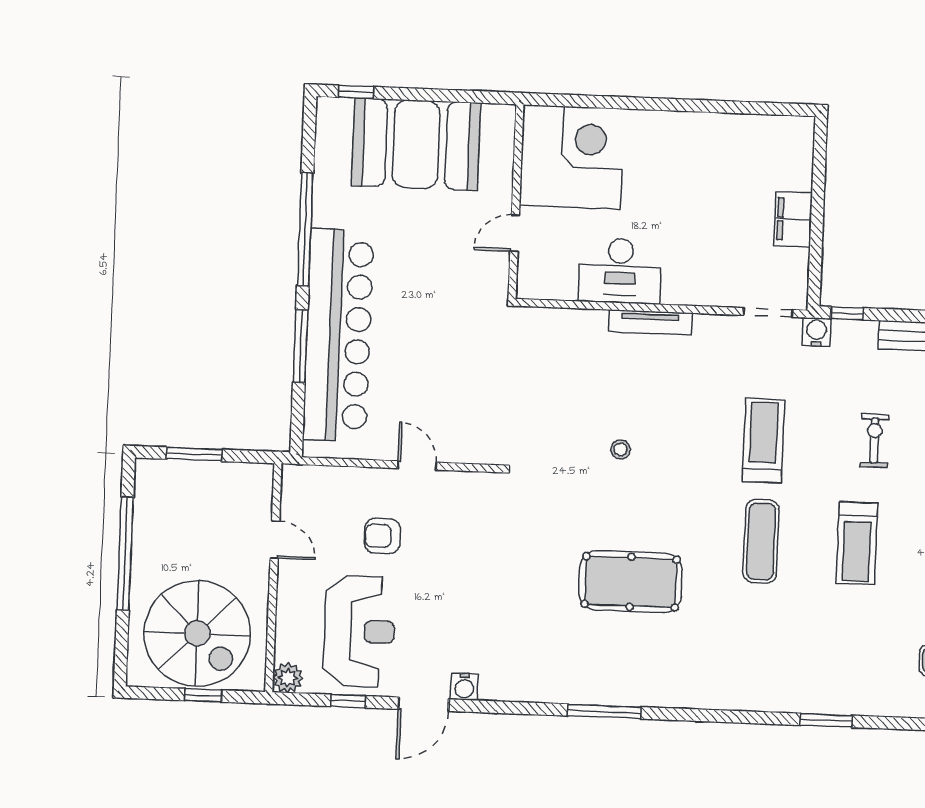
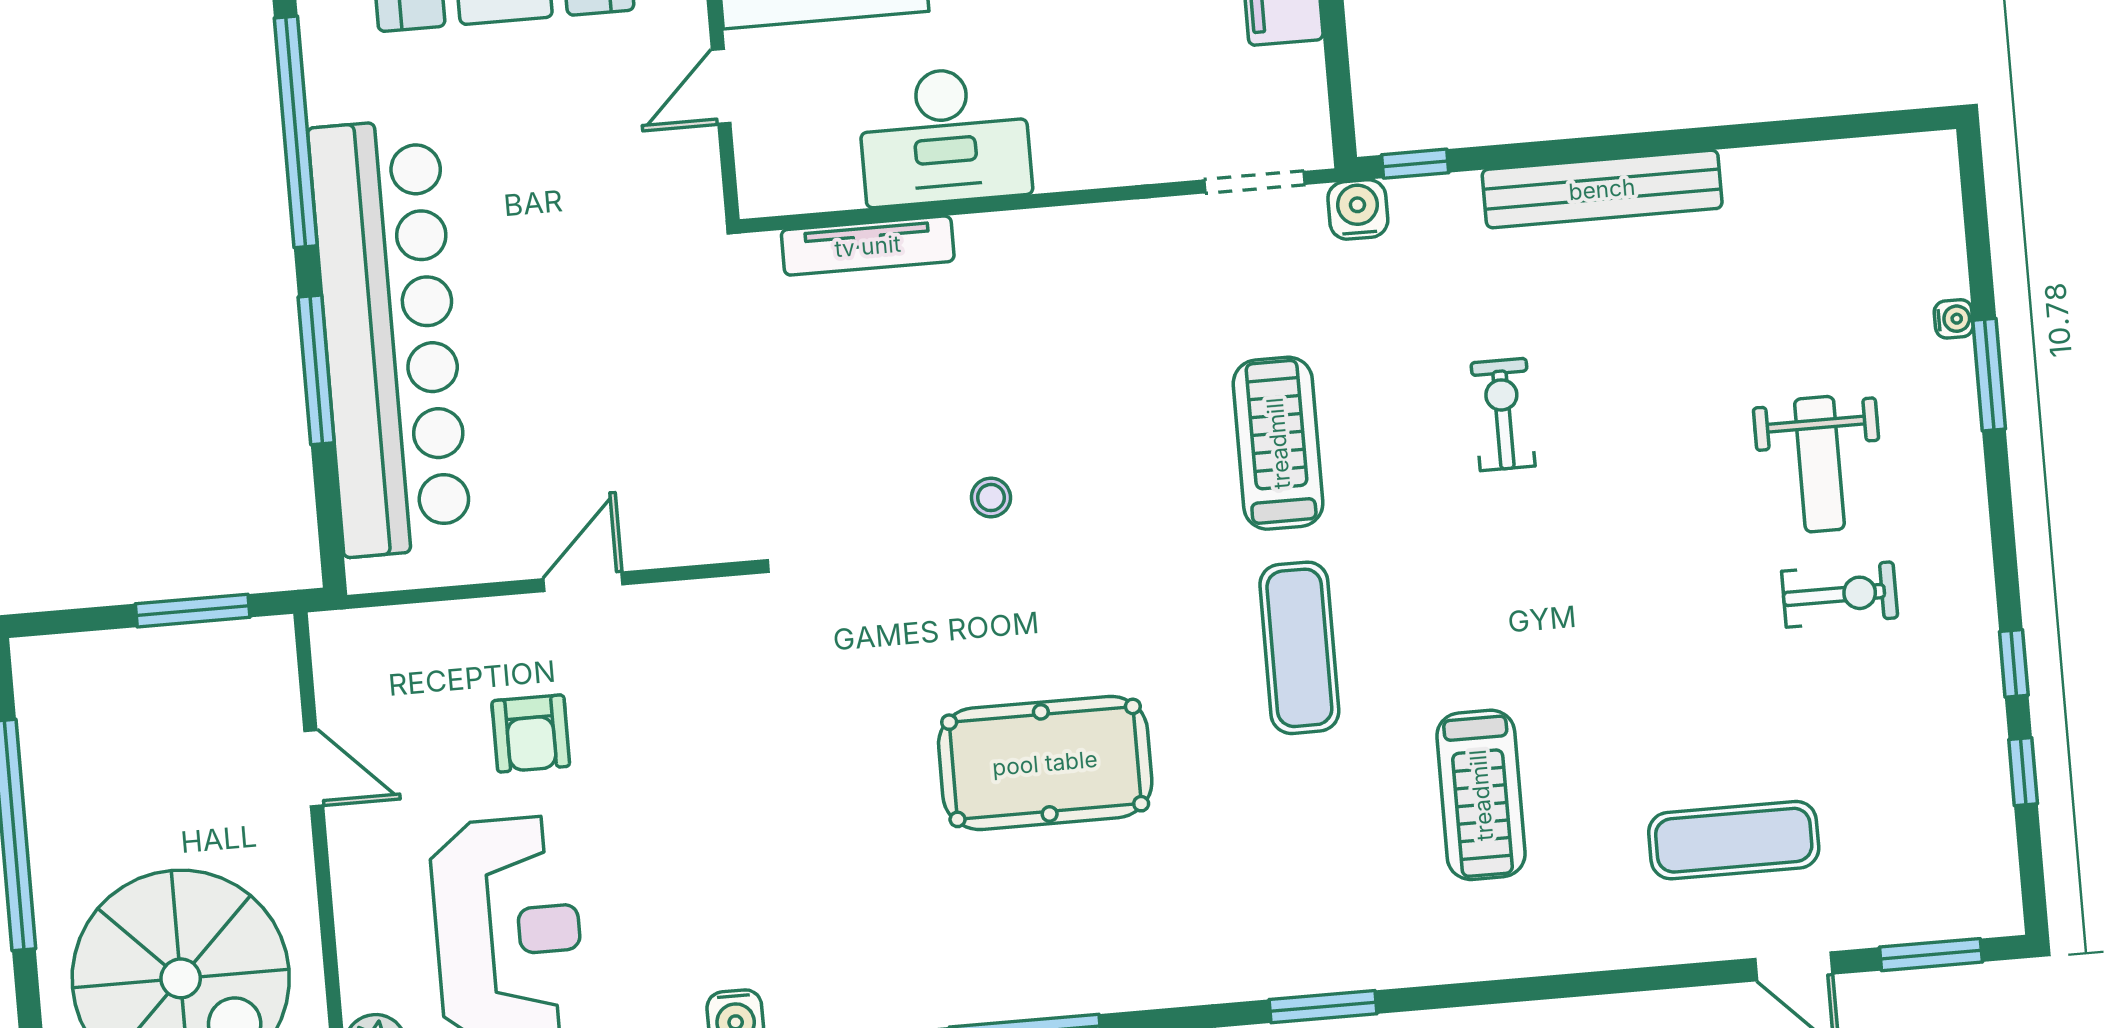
tv unit: (650, 322) -> (868, 246), moved
window: (194, 454) -> (193, 611), moved
door: (417, 465) -> (583, 582), hinge flipped
armchair: (382, 536) -> (531, 734), turned -90
treadmill: (857, 543) -> (1481, 795), moved
window: (826, 720) -> (1323, 1007), moved

